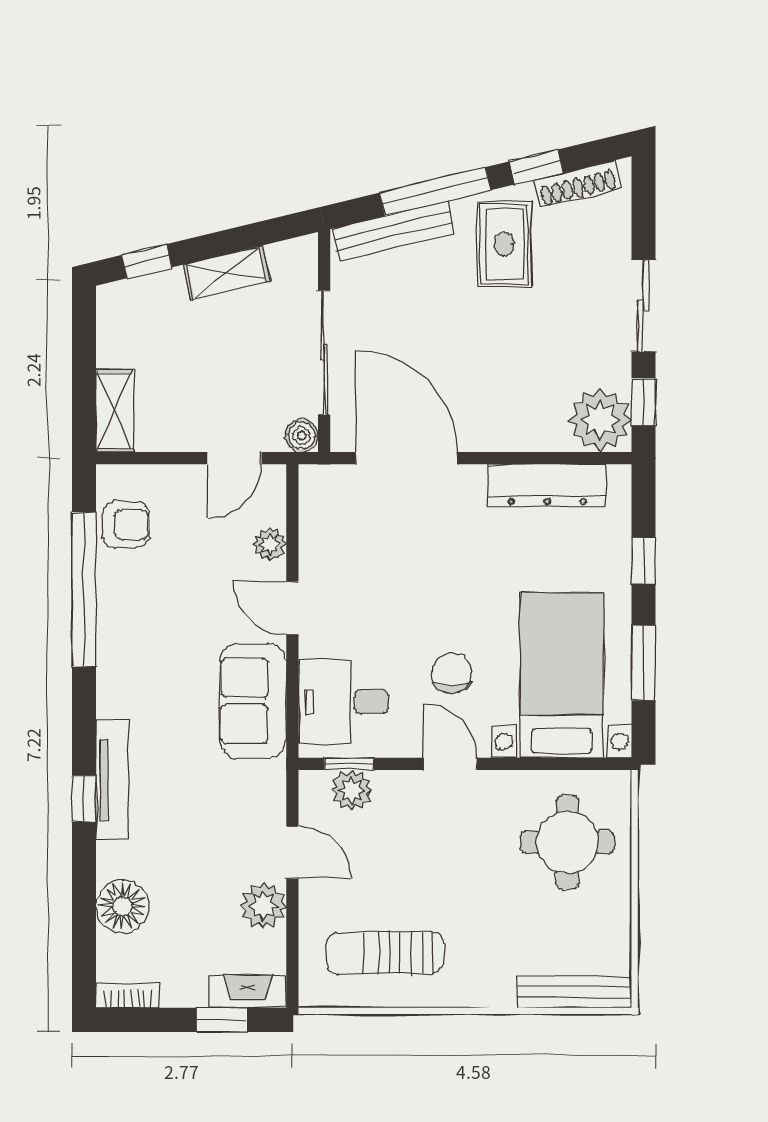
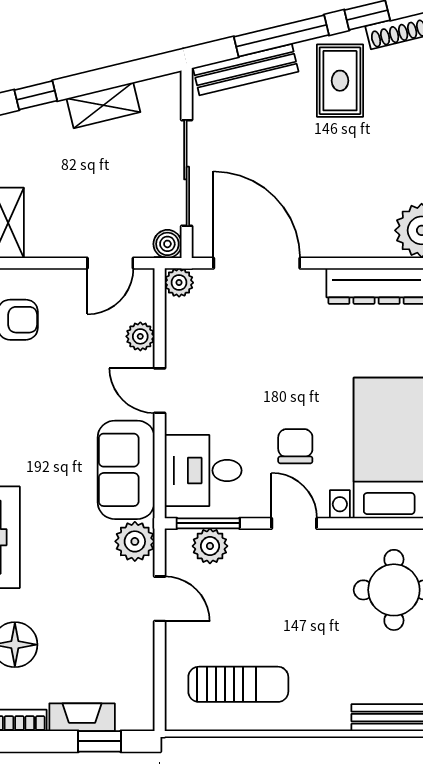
plant: (315, 481) -> (179, 283), added
window: (349, 764) -> (208, 523), width x1.50
plant: (263, 906) -> (135, 541), moved
sun lounger: (385, 953) -> (238, 684), turned 180
fireplace: (248, 992) -> (82, 717), moved

